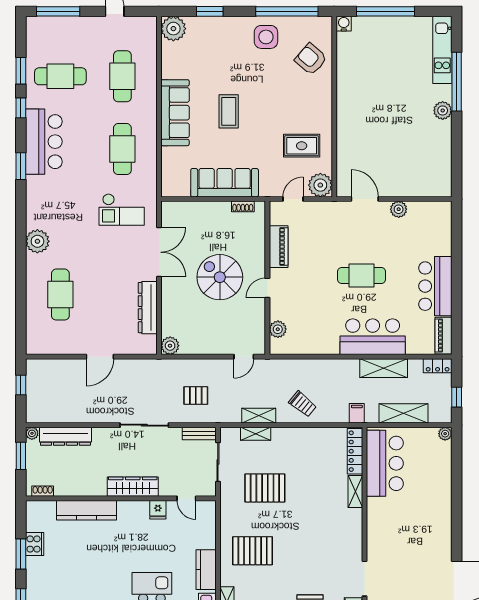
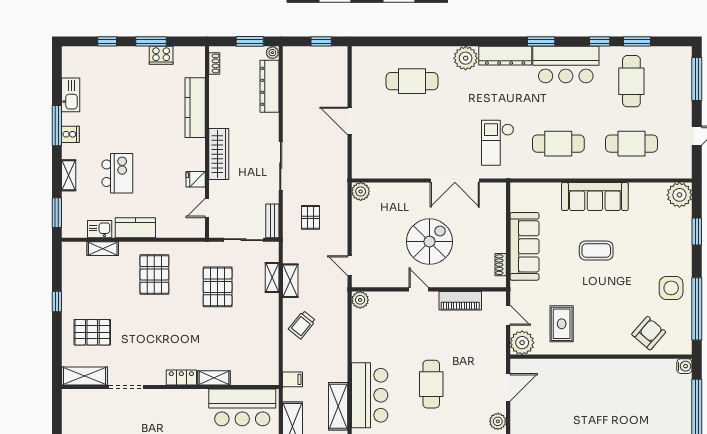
dresser: (148, 308) -> (505, 56), moved, turned 180
plant: (278, 329) -> (360, 300), moved
locker: (355, 451) -> (181, 377), moved, width x0.66

